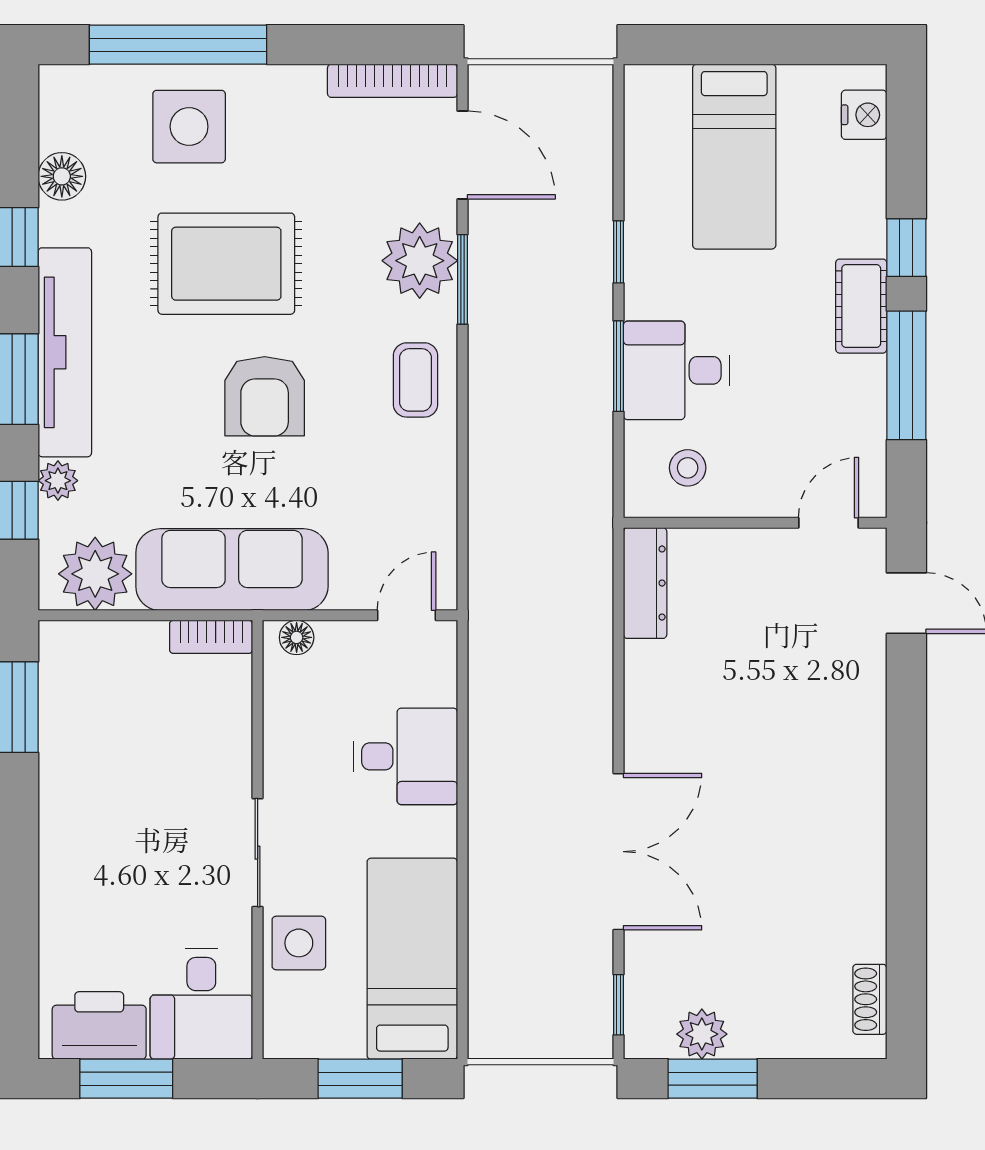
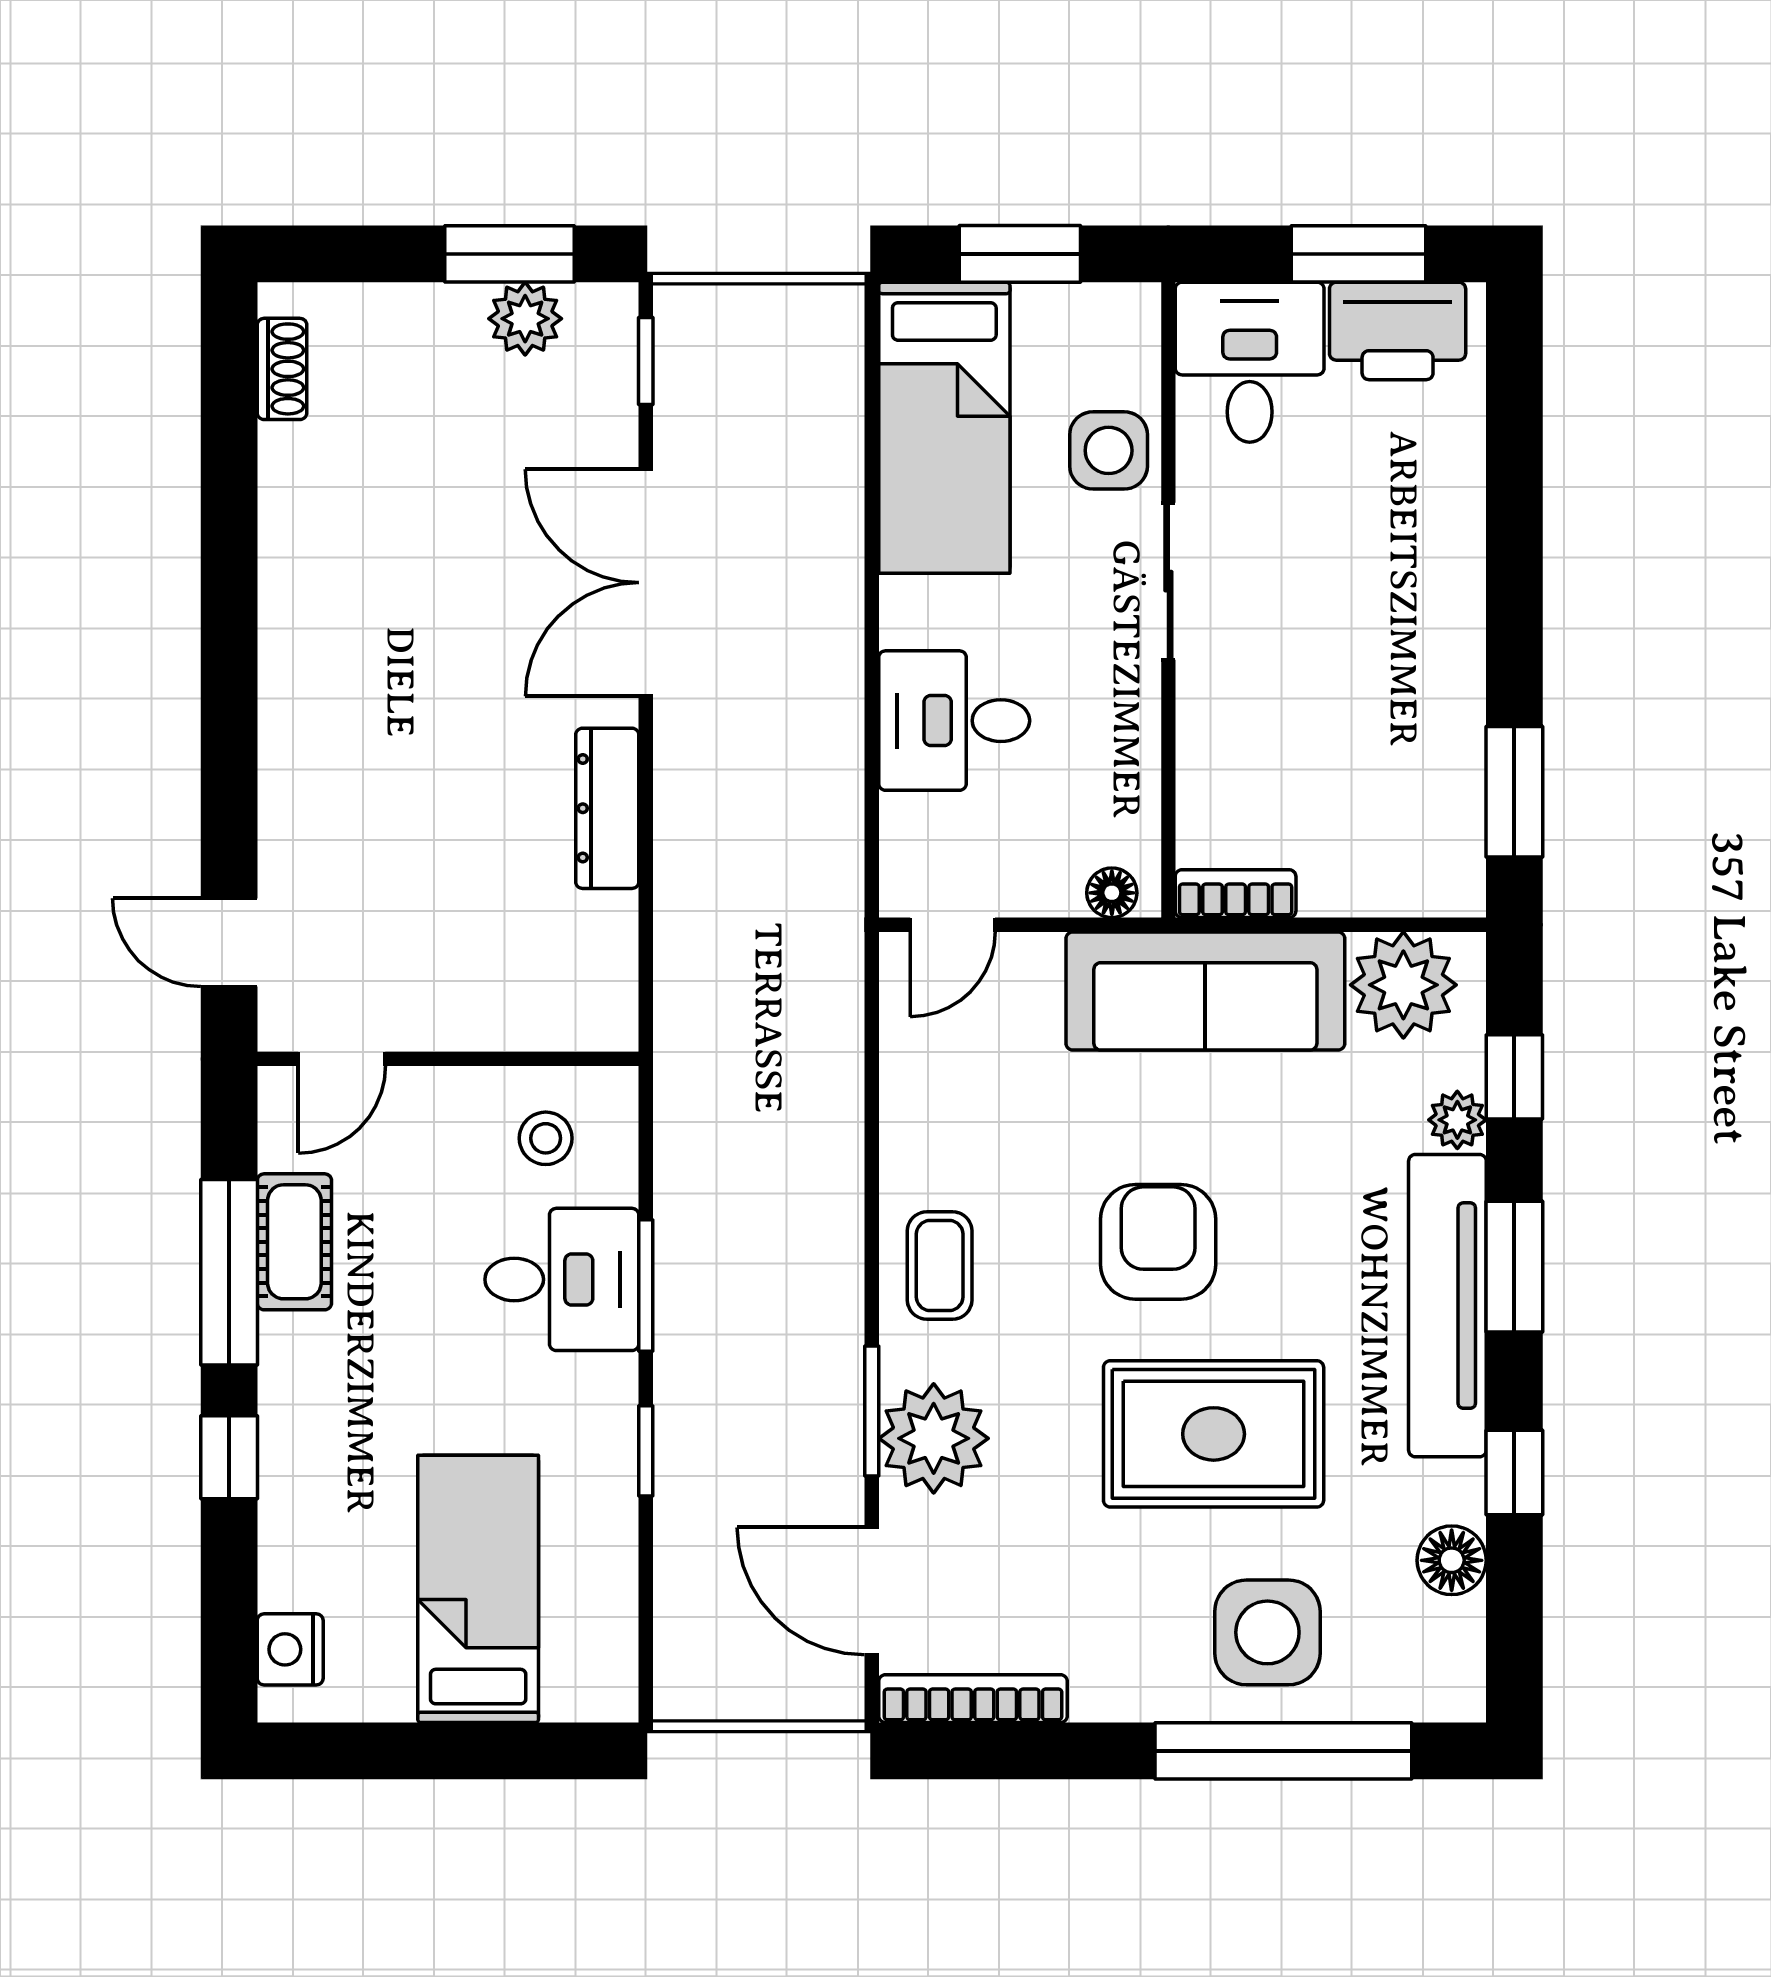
cot: (861, 306) -> (294, 1242), moved
dresser: (645, 583) -> (607, 808), moved

